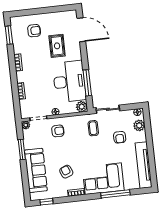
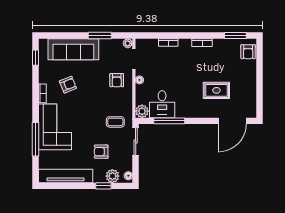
armchair: (34, 31) -> (248, 52), moved
desk: (69, 81) -> (162, 104), width x0.53, depth x0.77
window: (148, 132) -> (103, 186), added

